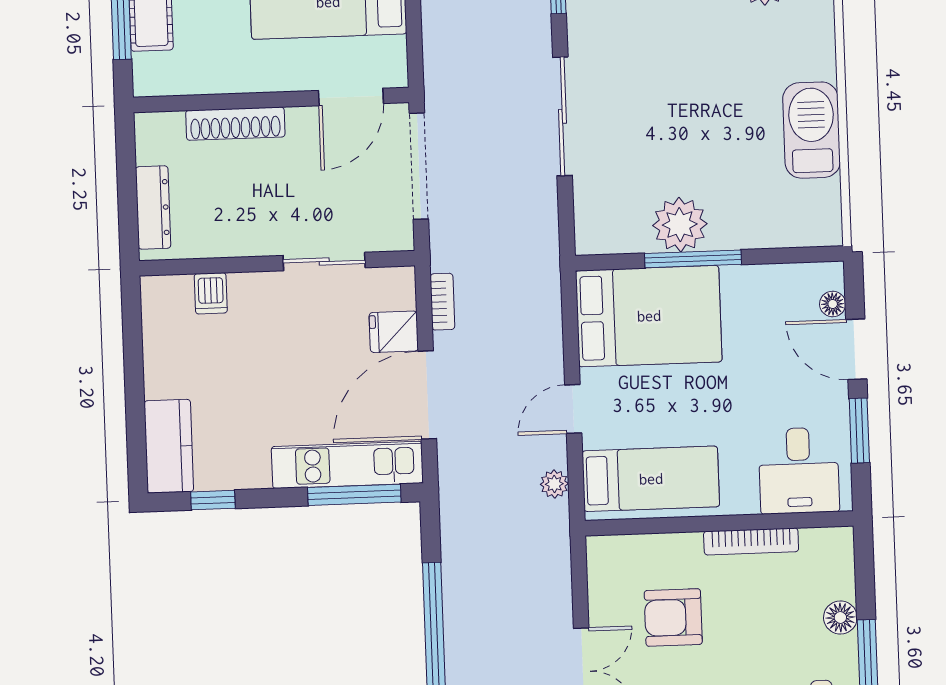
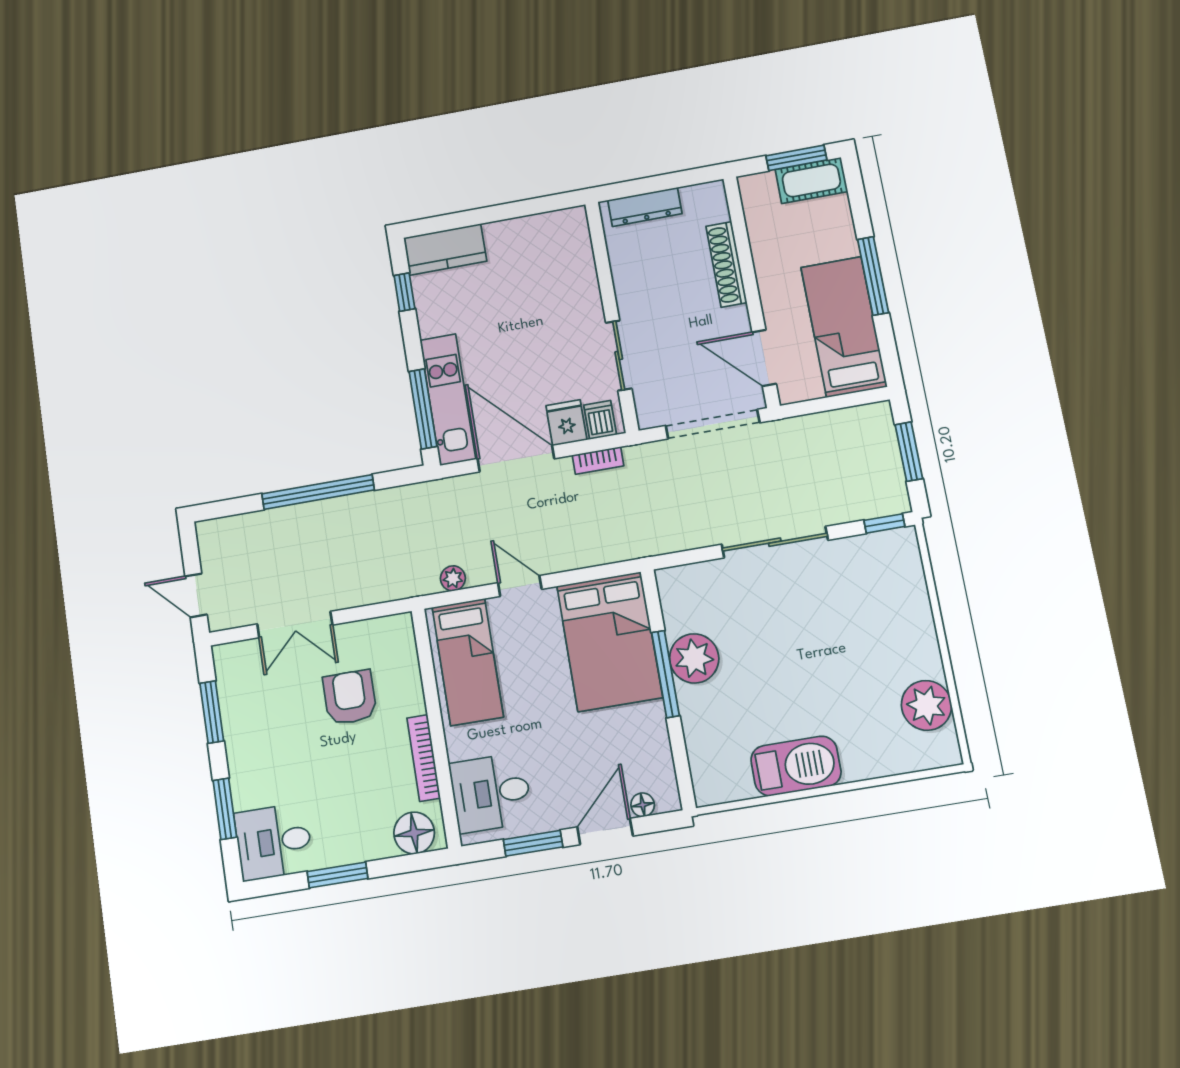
dishwasher: (211, 293) -> (600, 420), moved, turned 90
floor lamp: (840, 617) -> (414, 833), moved, width x1.38, depth x1.38

